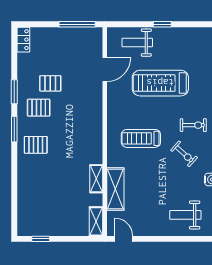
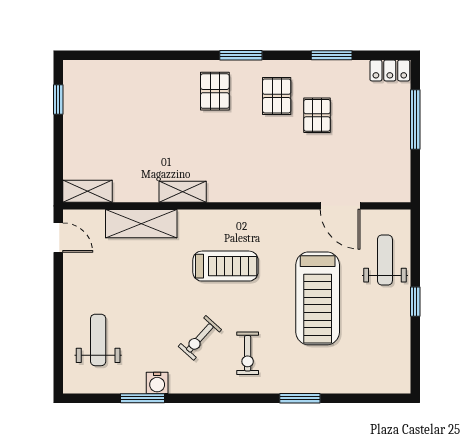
window: (77, 24) -> (415, 120), moved
treadmill: (160, 83) -> (318, 298), turned 180
window: (14, 92) -> (332, 55), moved
treadmill: (141, 138) -> (225, 266), turned 90
shelving: (96, 179) -> (183, 192), moved
door: (124, 239) -> (58, 238), hinge flipped

